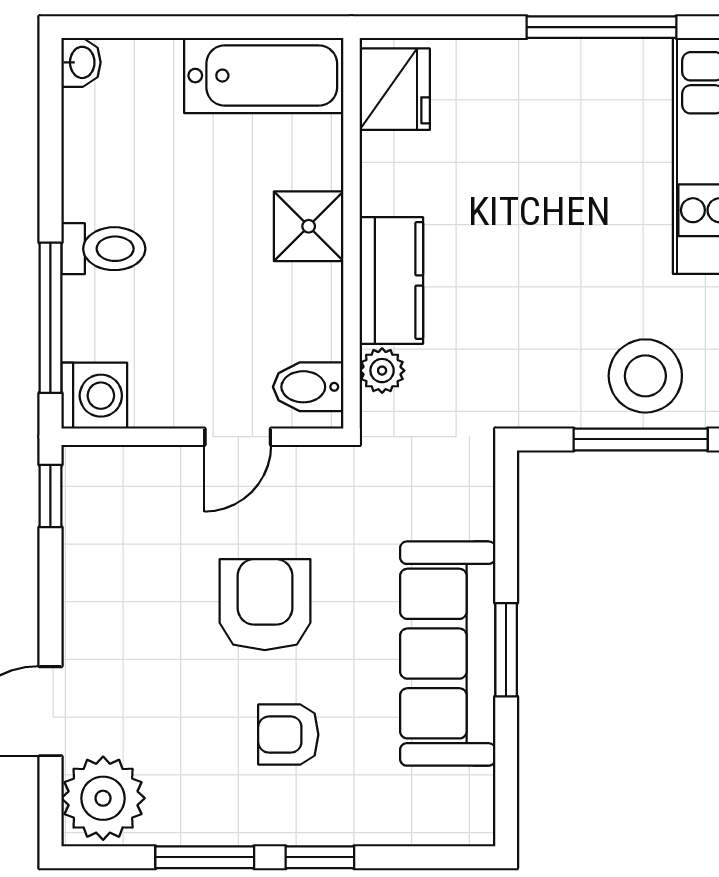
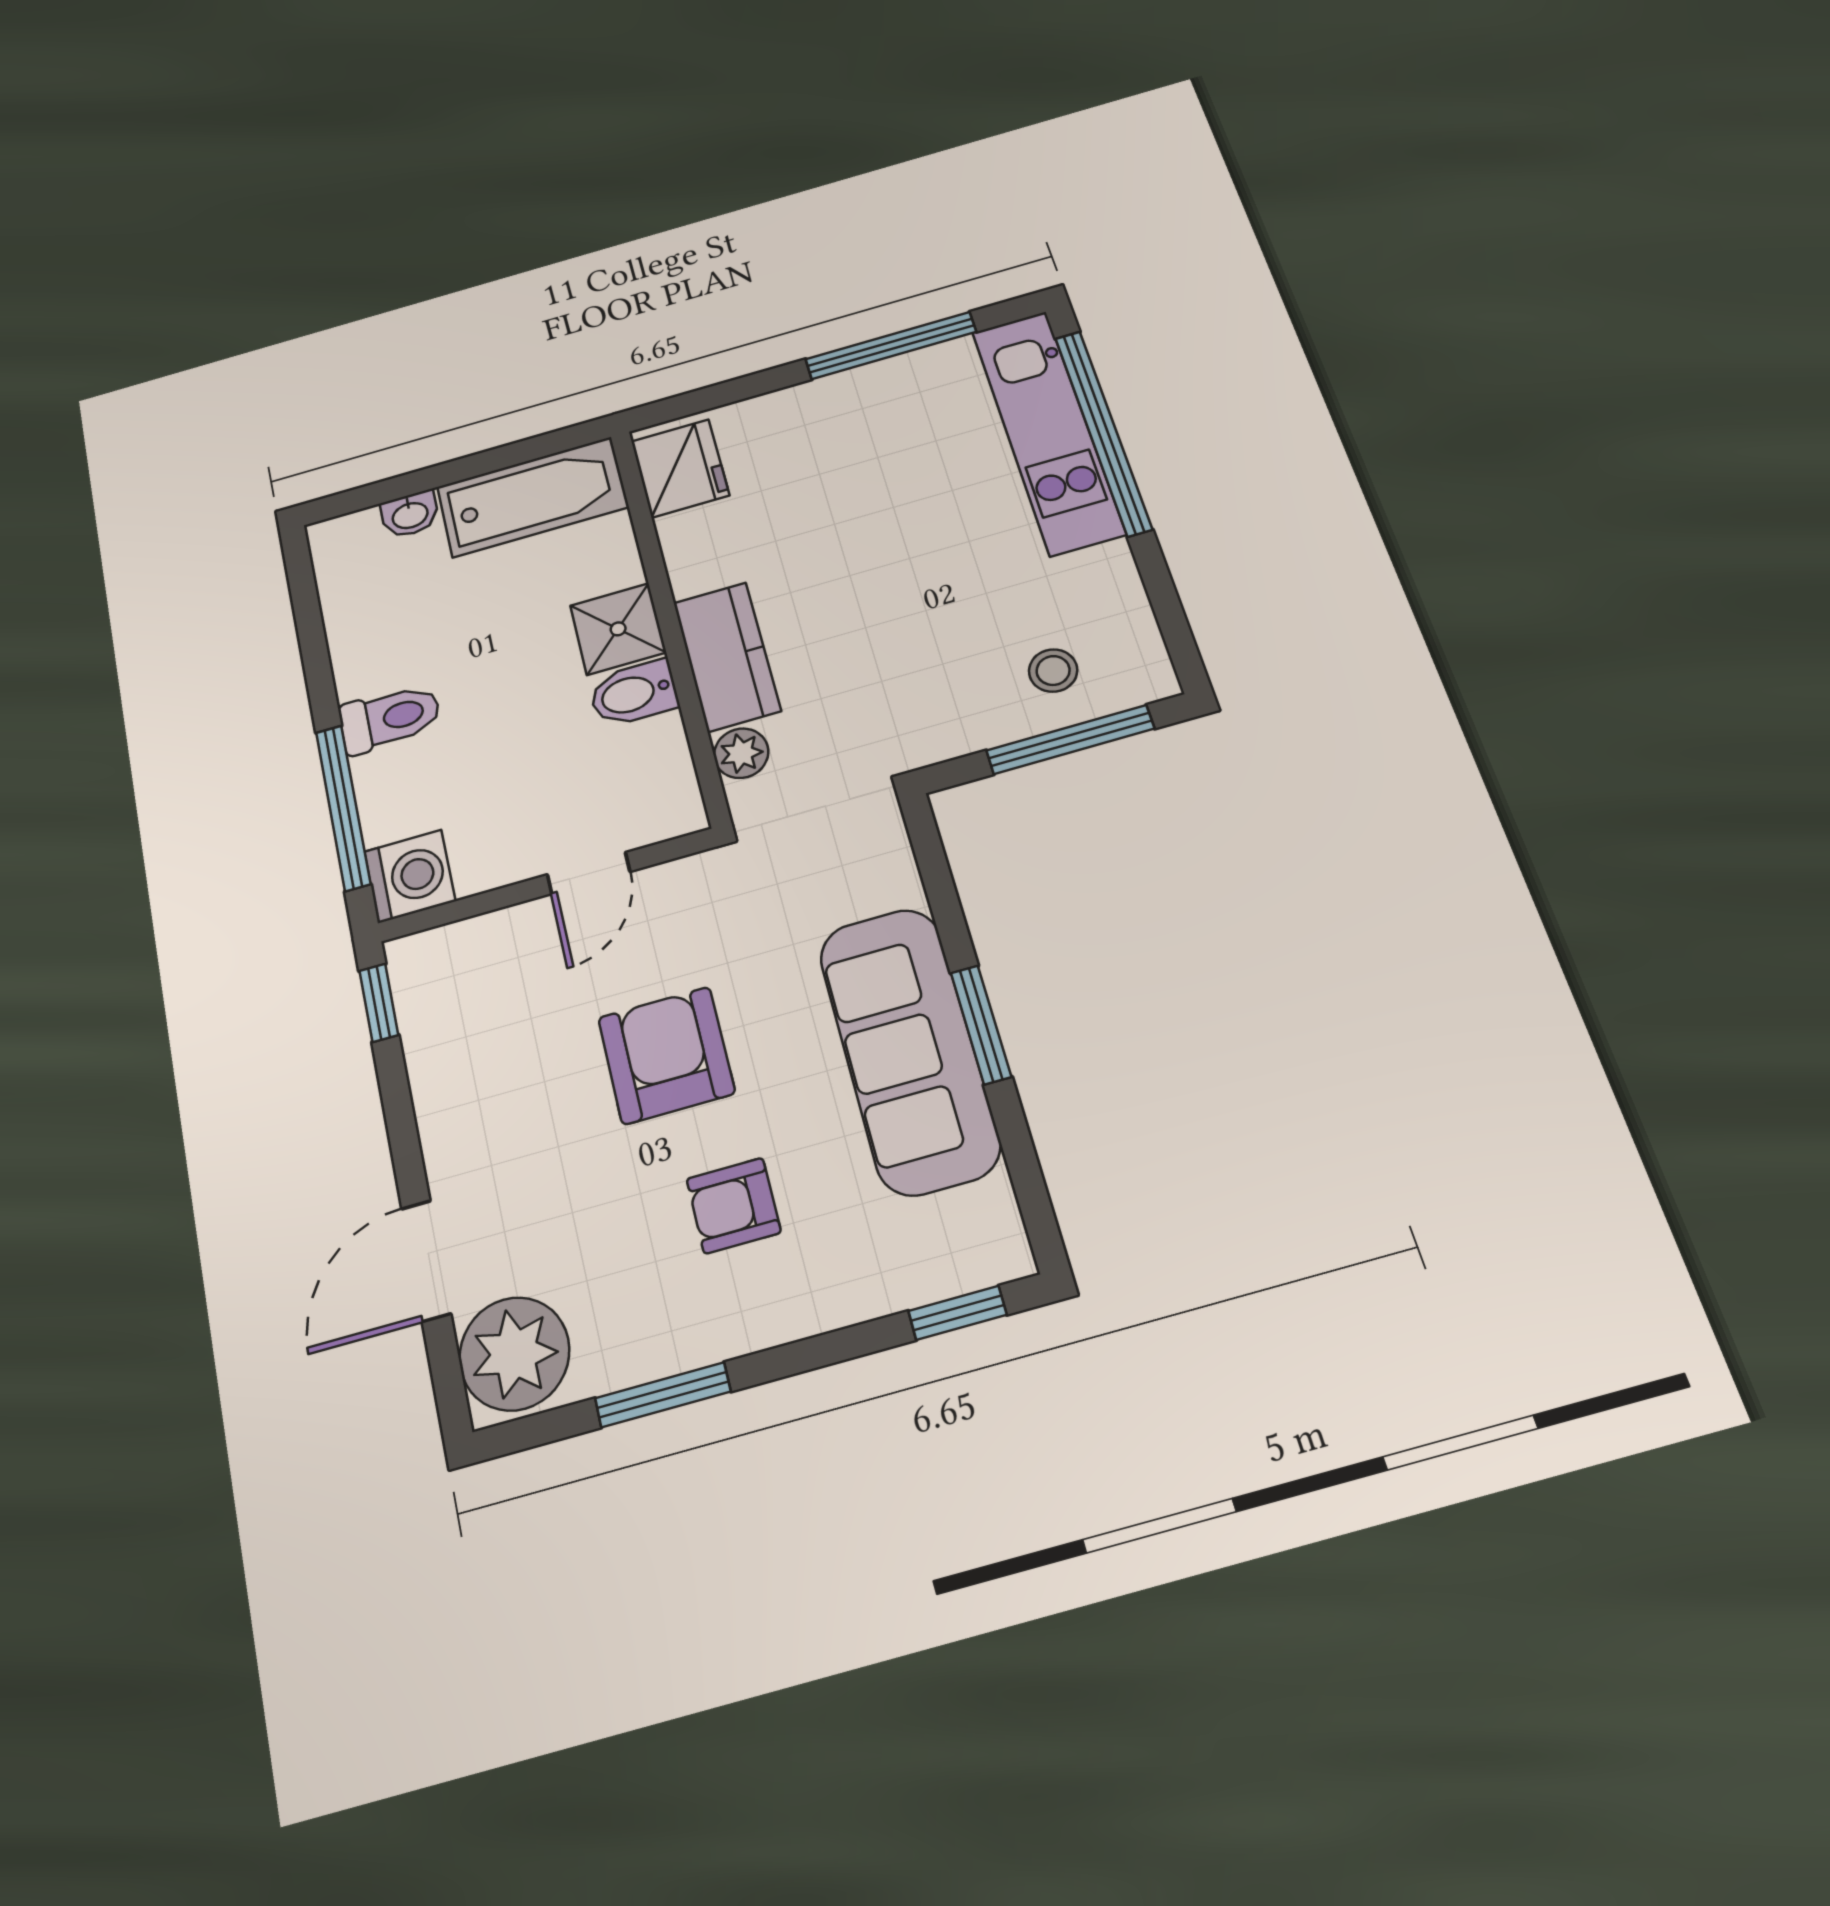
washbasin: (81, 62) -> (410, 514), moved, turned 90
stool: (645, 376) -> (1053, 671), width x0.53, depth x0.53
bidet: (308, 387) -> (634, 693), moved
window: (320, 857) -> (957, 1313), moved

